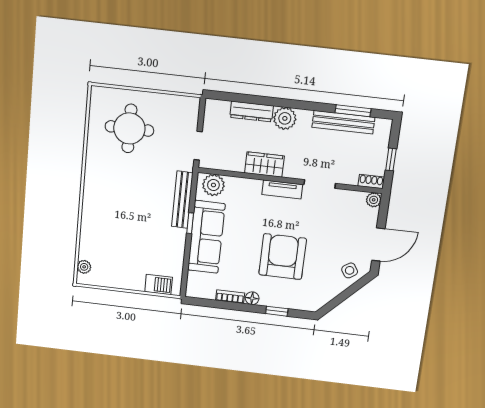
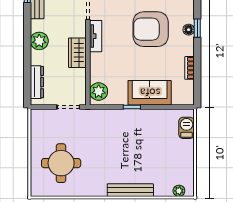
dresser: (252, 112) -> (37, 82), moved
bench: (182, 200) -> (130, 190), moved
sofa: (206, 237) -> (150, 93), width x0.73
floor lamp: (252, 298) -> (189, 30), moved

